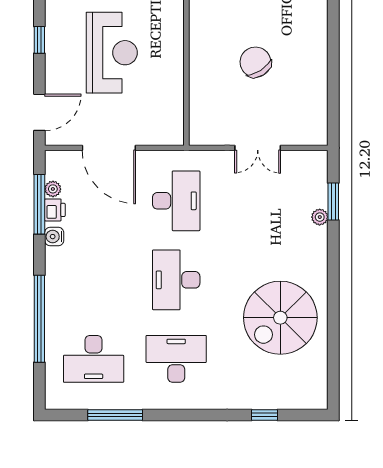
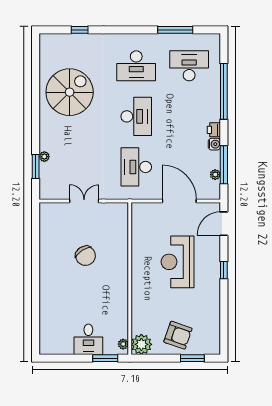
printer: (55, 210) -> (214, 130), moved

